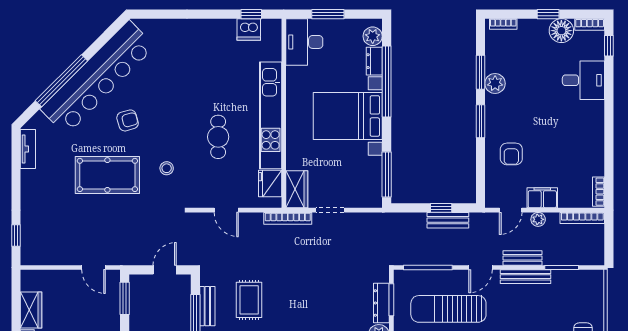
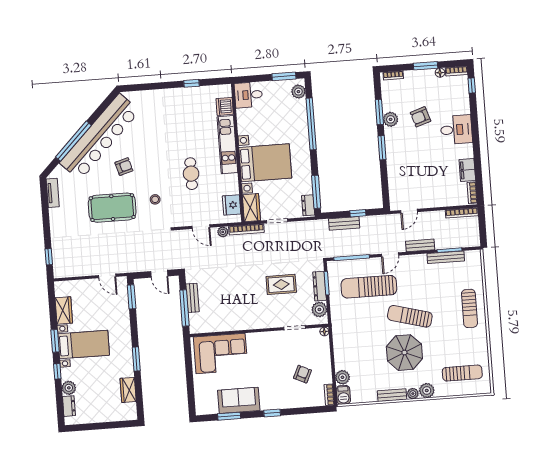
window: (251, 14) -> (192, 83), moved
window: (328, 14) -> (284, 76), moved
window: (548, 14) -> (426, 66), width x1.50
dishwasher: (249, 30) -> (225, 106), moved, turned 90
floor lamp: (561, 31) -> (440, 73), width x0.53, depth x0.53
desk: (304, 42) -> (248, 95), width x0.73
dresser: (374, 61) -> (308, 205), moved
desk: (583, 80) -> (456, 130), moved
kitchen unit: (271, 115) -> (227, 145), width x0.73
bed with nightstands: (348, 116) -> (265, 163), moved, turned 180
armchair: (511, 154) -> (421, 117), moved, turned 72
filing cabinet: (542, 198) -> (467, 170), moved, turned -90
plant: (538, 219) -> (223, 232), moved
bench: (448, 220) -> (344, 223), moved
door: (165, 270) -> (159, 274), swing flipped
bench: (526, 277) -> (446, 257), moved
rug: (249, 300) -> (281, 284), moved, turned 90

